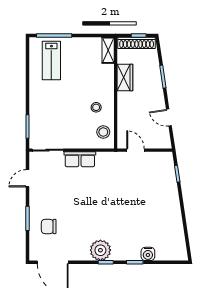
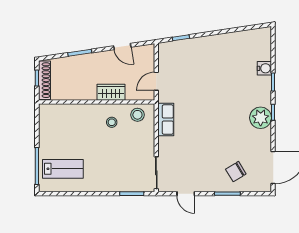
shelving: (108, 50) -> (52, 110), removed
wardrobe: (125, 77) -> (111, 92), moved
door: (169, 117) -> (122, 46), hinge flipped
row of seats: (80, 159) -> (166, 120), moved
chair: (49, 226) -> (236, 172), turned 59

